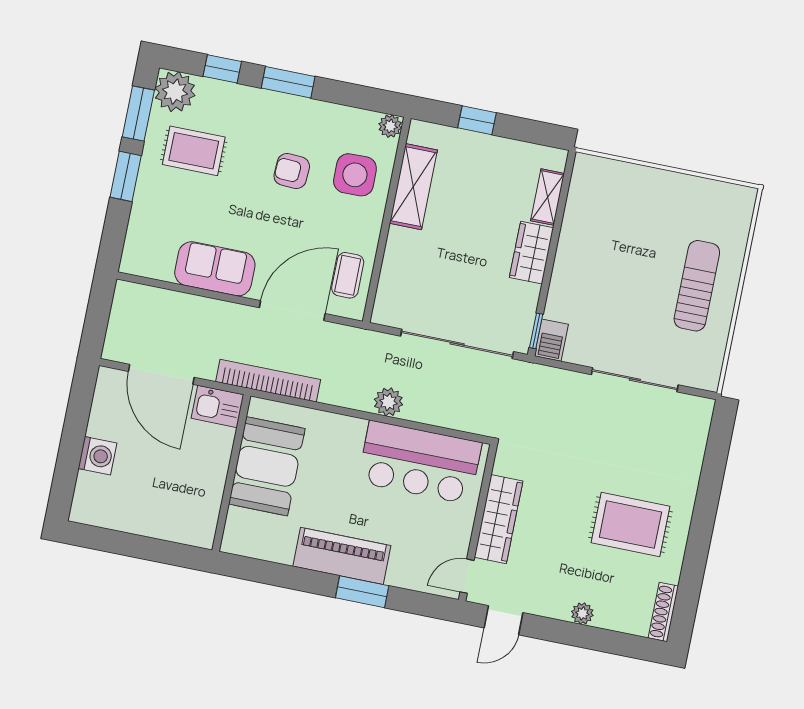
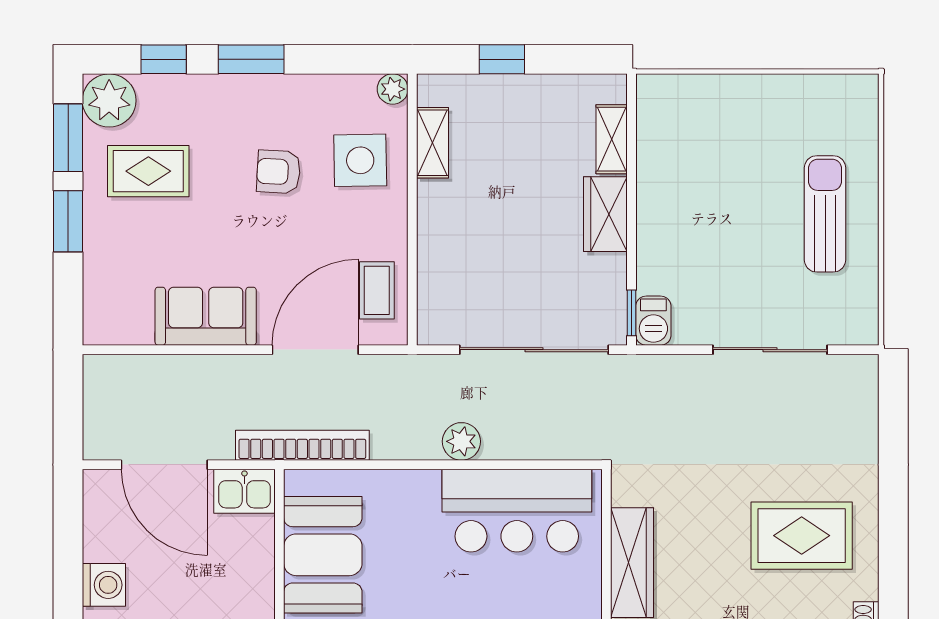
shelving: (413, 187) -> (433, 143), width x0.67, depth x0.75

